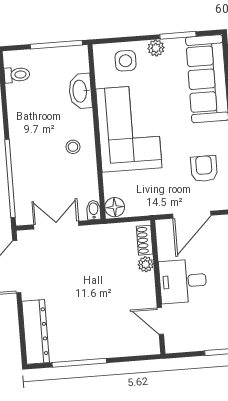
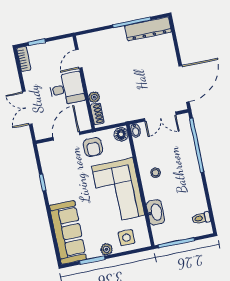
armchair: (204, 169) -> (93, 147), moved
door: (160, 321) -> (79, 59), swing flipped
dresser: (36, 332) -> (148, 29), moved, turned -90

